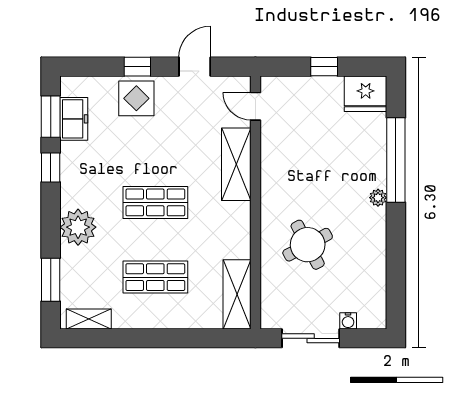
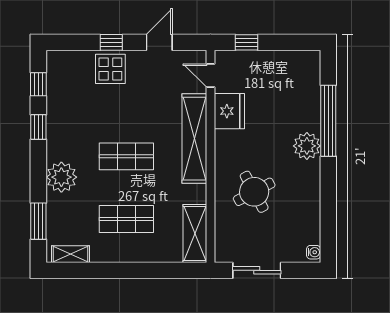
window: (324, 67) -> (246, 42), moved
fridge: (366, 94) -> (229, 111), moved, turned -90
window: (51, 117) -> (38, 84), width x0.67
freezer: (74, 119) -> (58, 86), removed
shelving: (236, 164) -> (194, 139), width x1.47
plant: (378, 198) -> (307, 146), width x1.88, depth x1.88
water cooler: (348, 321) -> (314, 252), moved, turned -90

